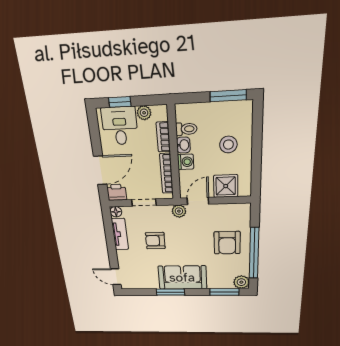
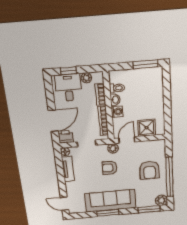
stool: (228, 145) -> (147, 98), removed
armchair: (155, 241) -> (110, 168), moved
sofa: (182, 278) -> (110, 201), width x1.36

